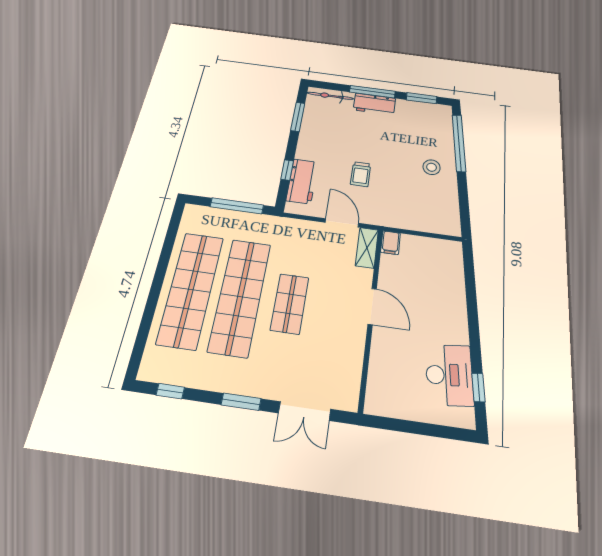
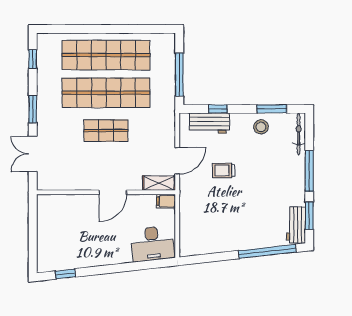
workbench: (374, 104) -> (296, 225), moved
stool: (432, 167) -> (261, 127), moved
desk: (449, 375) -> (152, 244), moved

